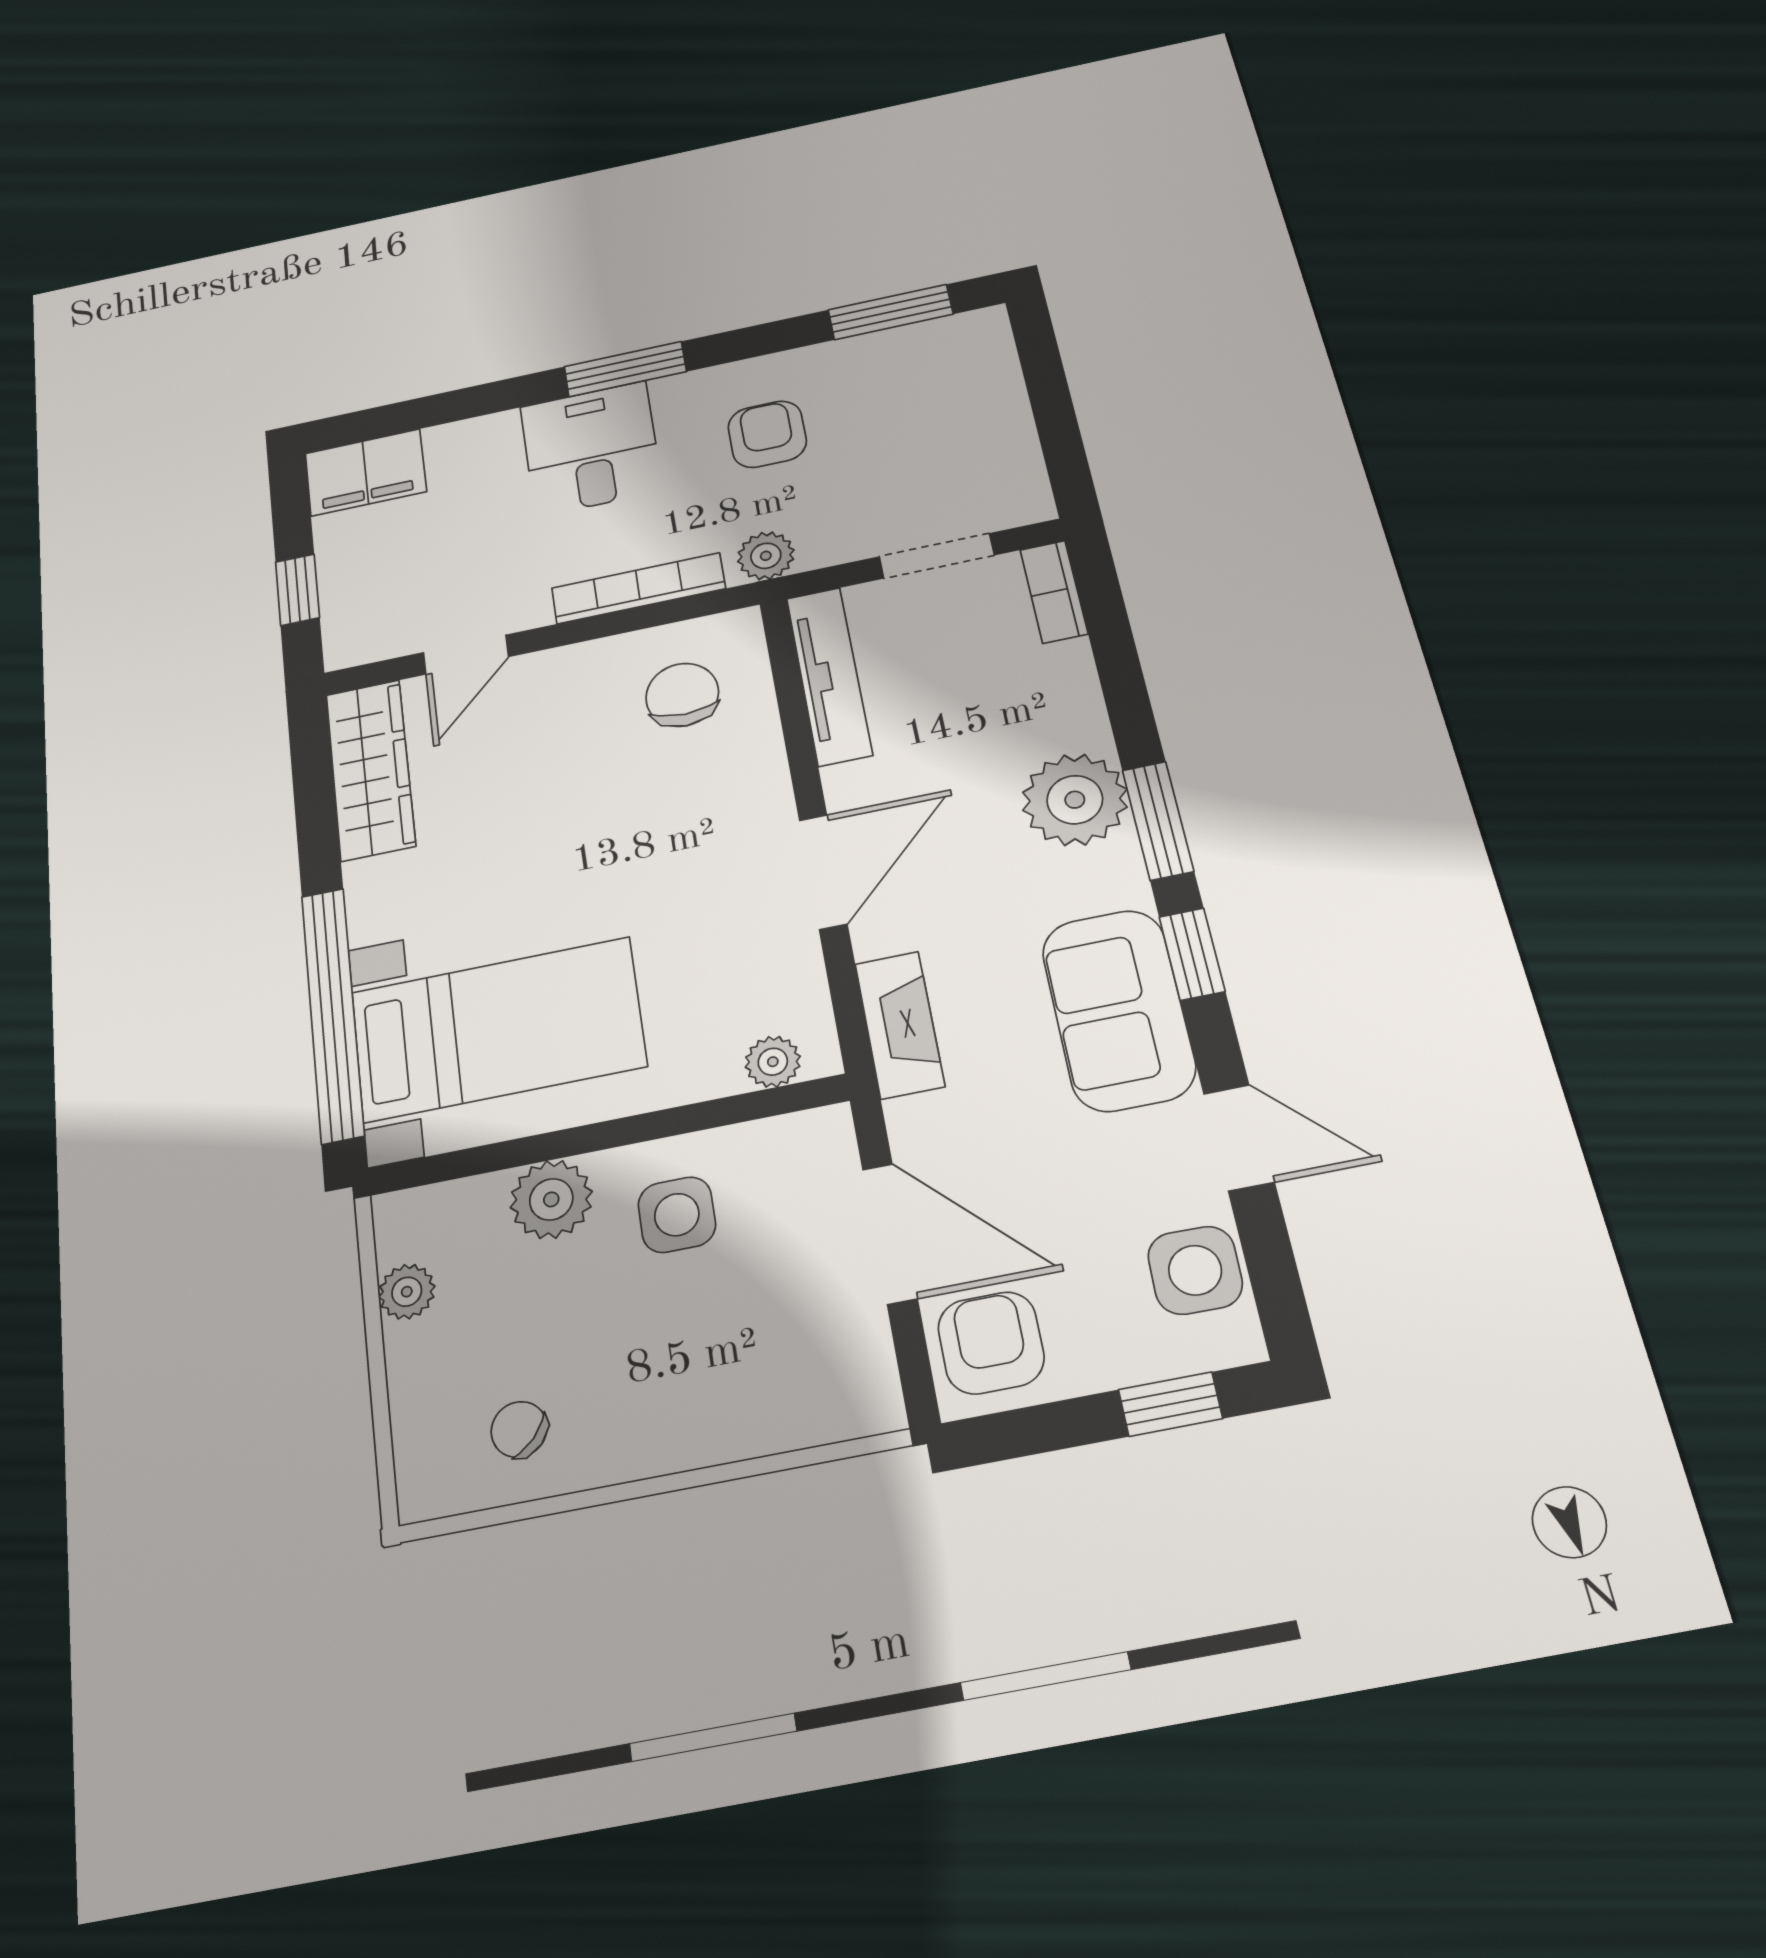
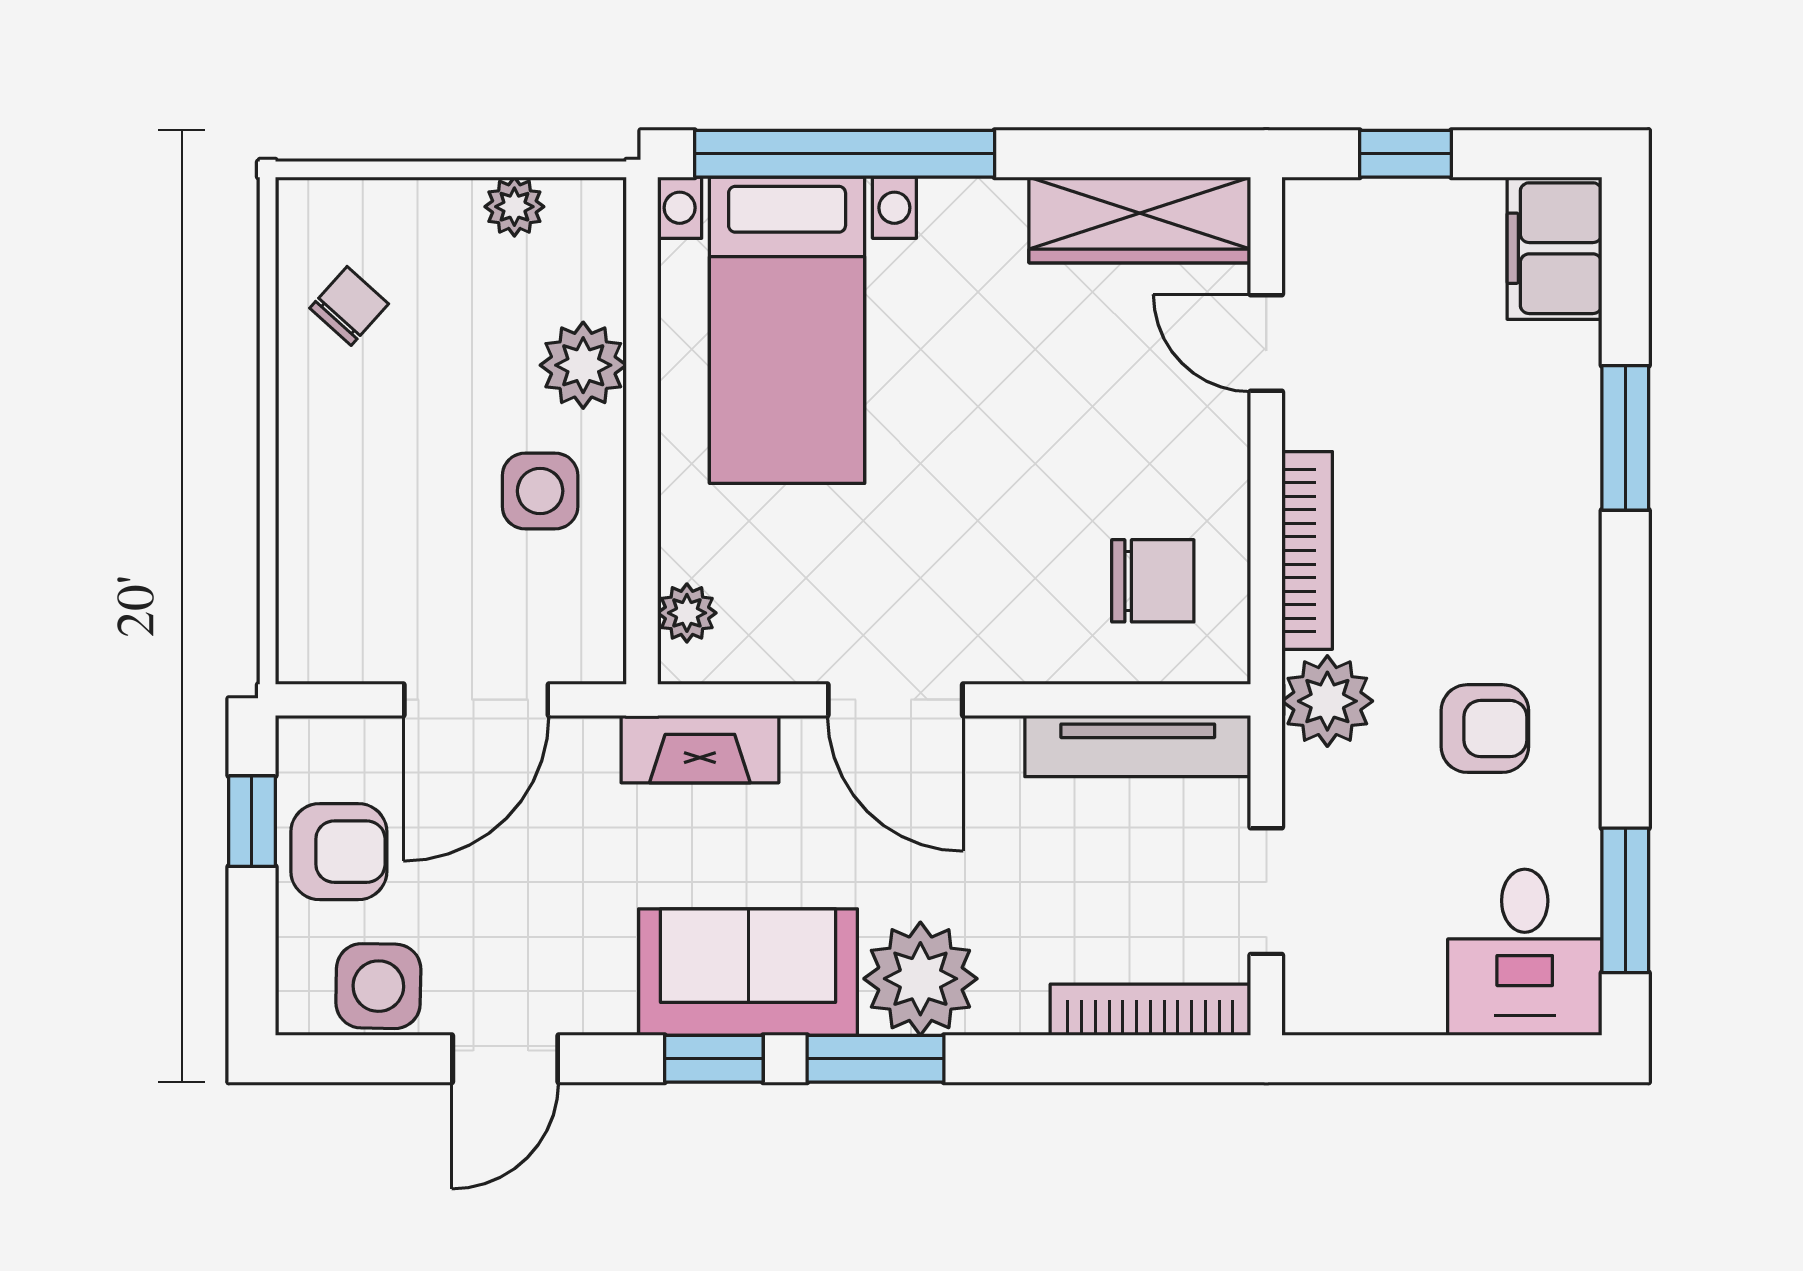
window: (625, 369) -> (1625, 438), moved
desk: (591, 448) -> (1525, 952), moved, turned 90
plant: (766, 556) -> (1327, 701), width x1.38, depth x1.38
bookcase: (1054, 592) -> (1150, 1010), width x1.56
sofa: (1118, 1010) -> (748, 972), moved
armchair: (991, 1343) -> (339, 852), moved
window: (1170, 1404) -> (252, 821), moved

